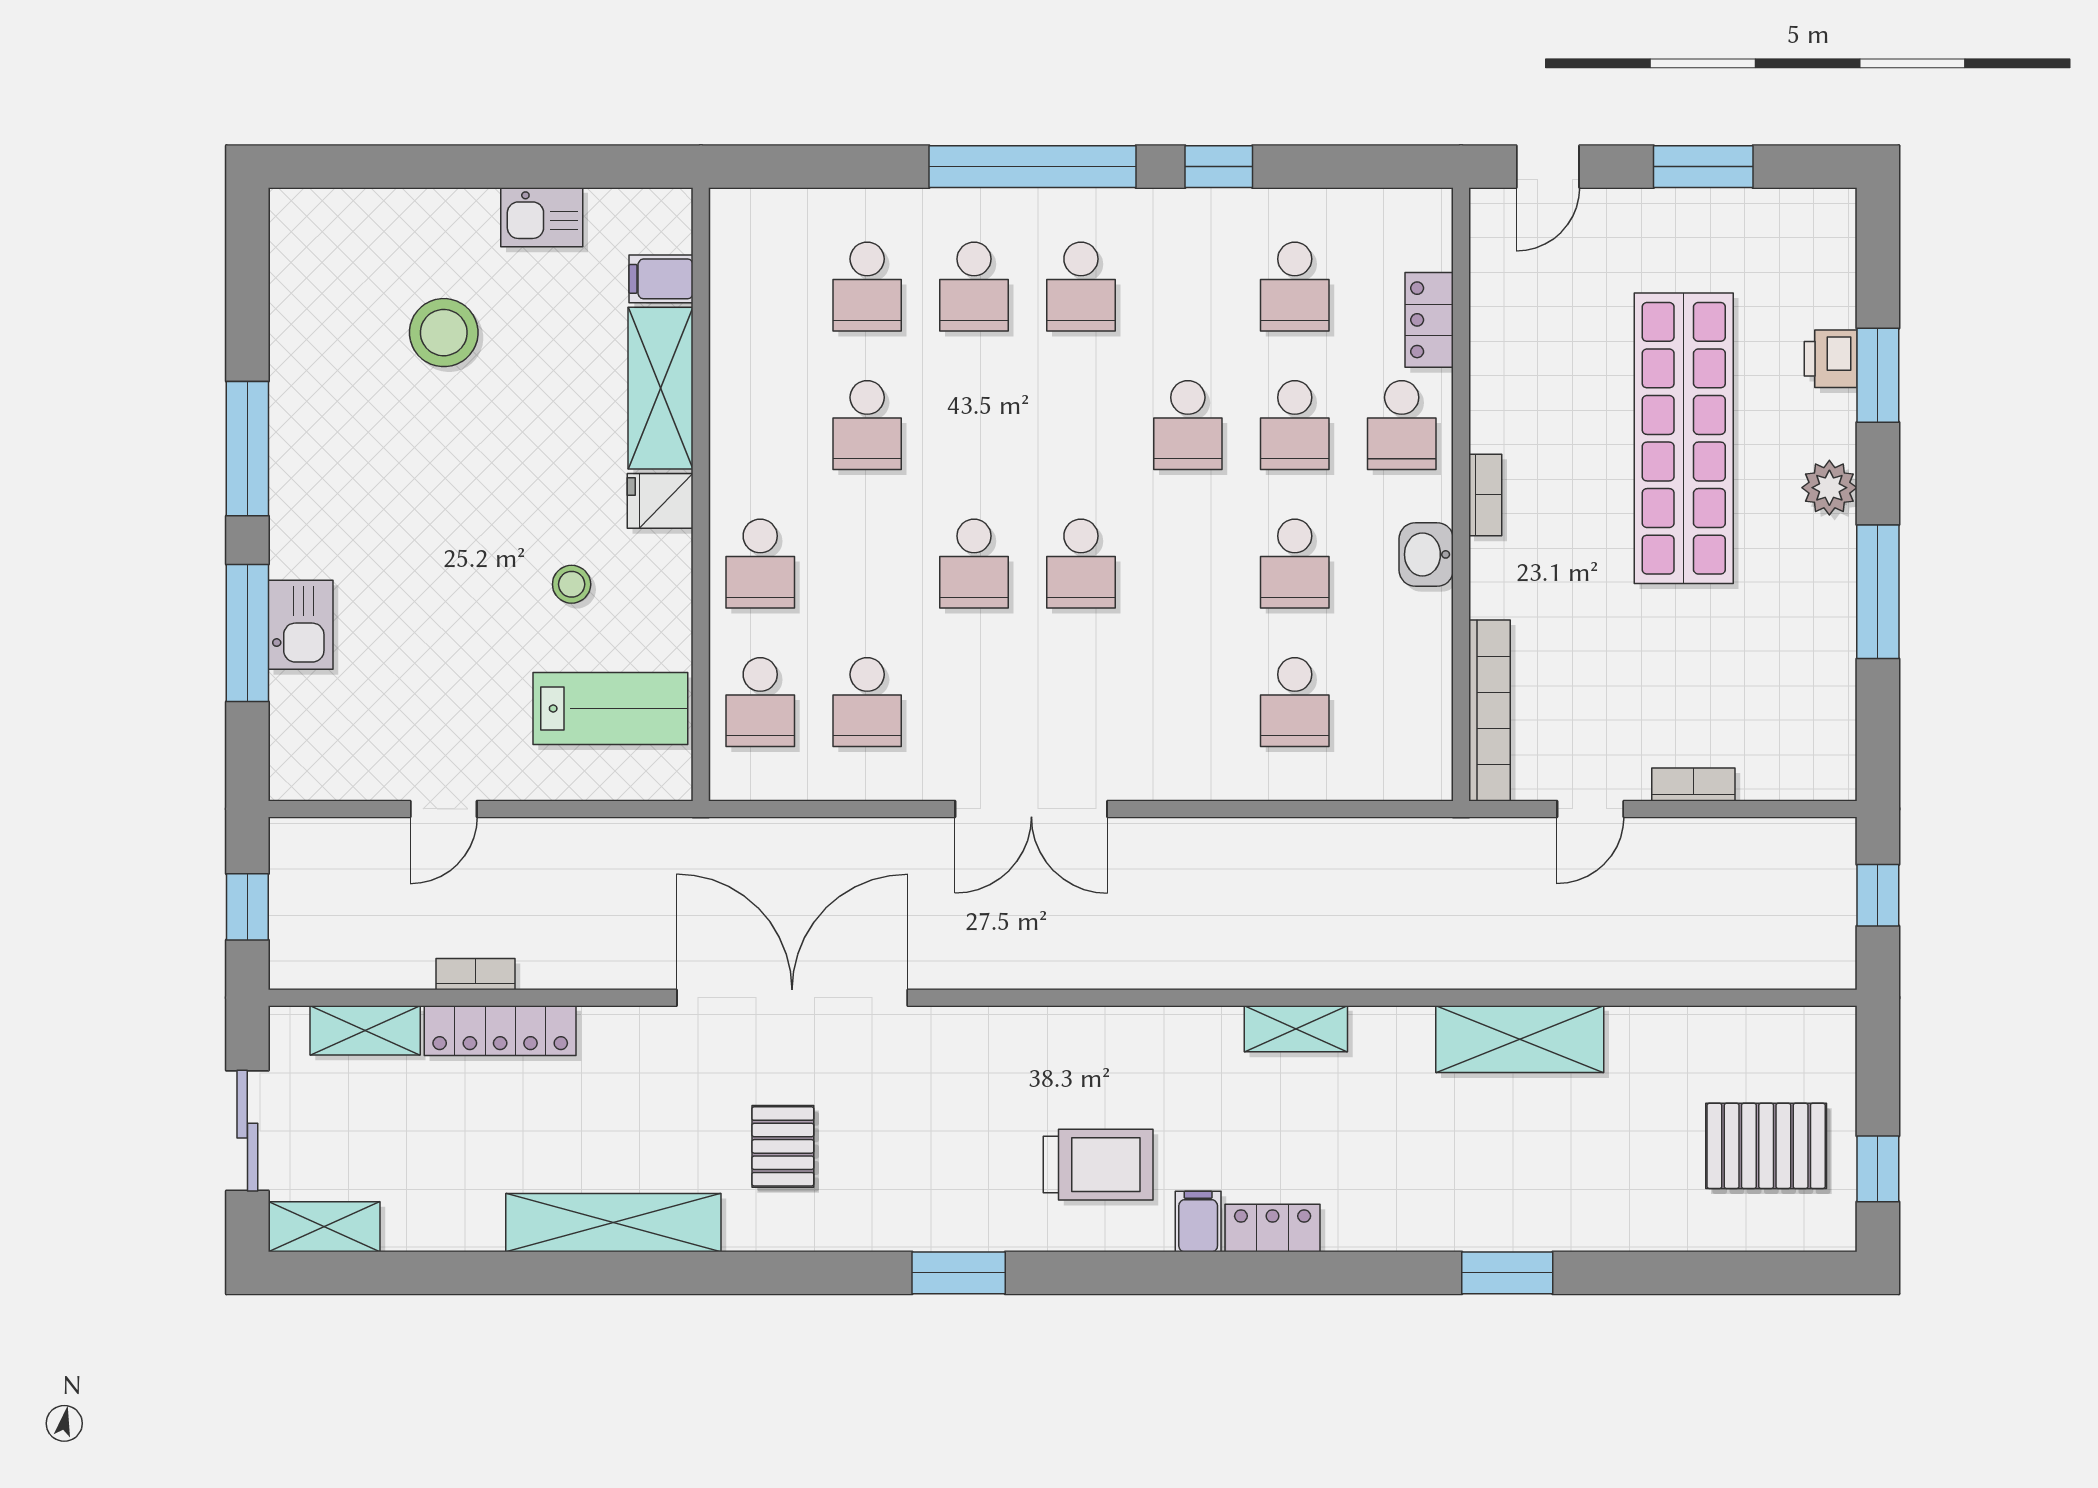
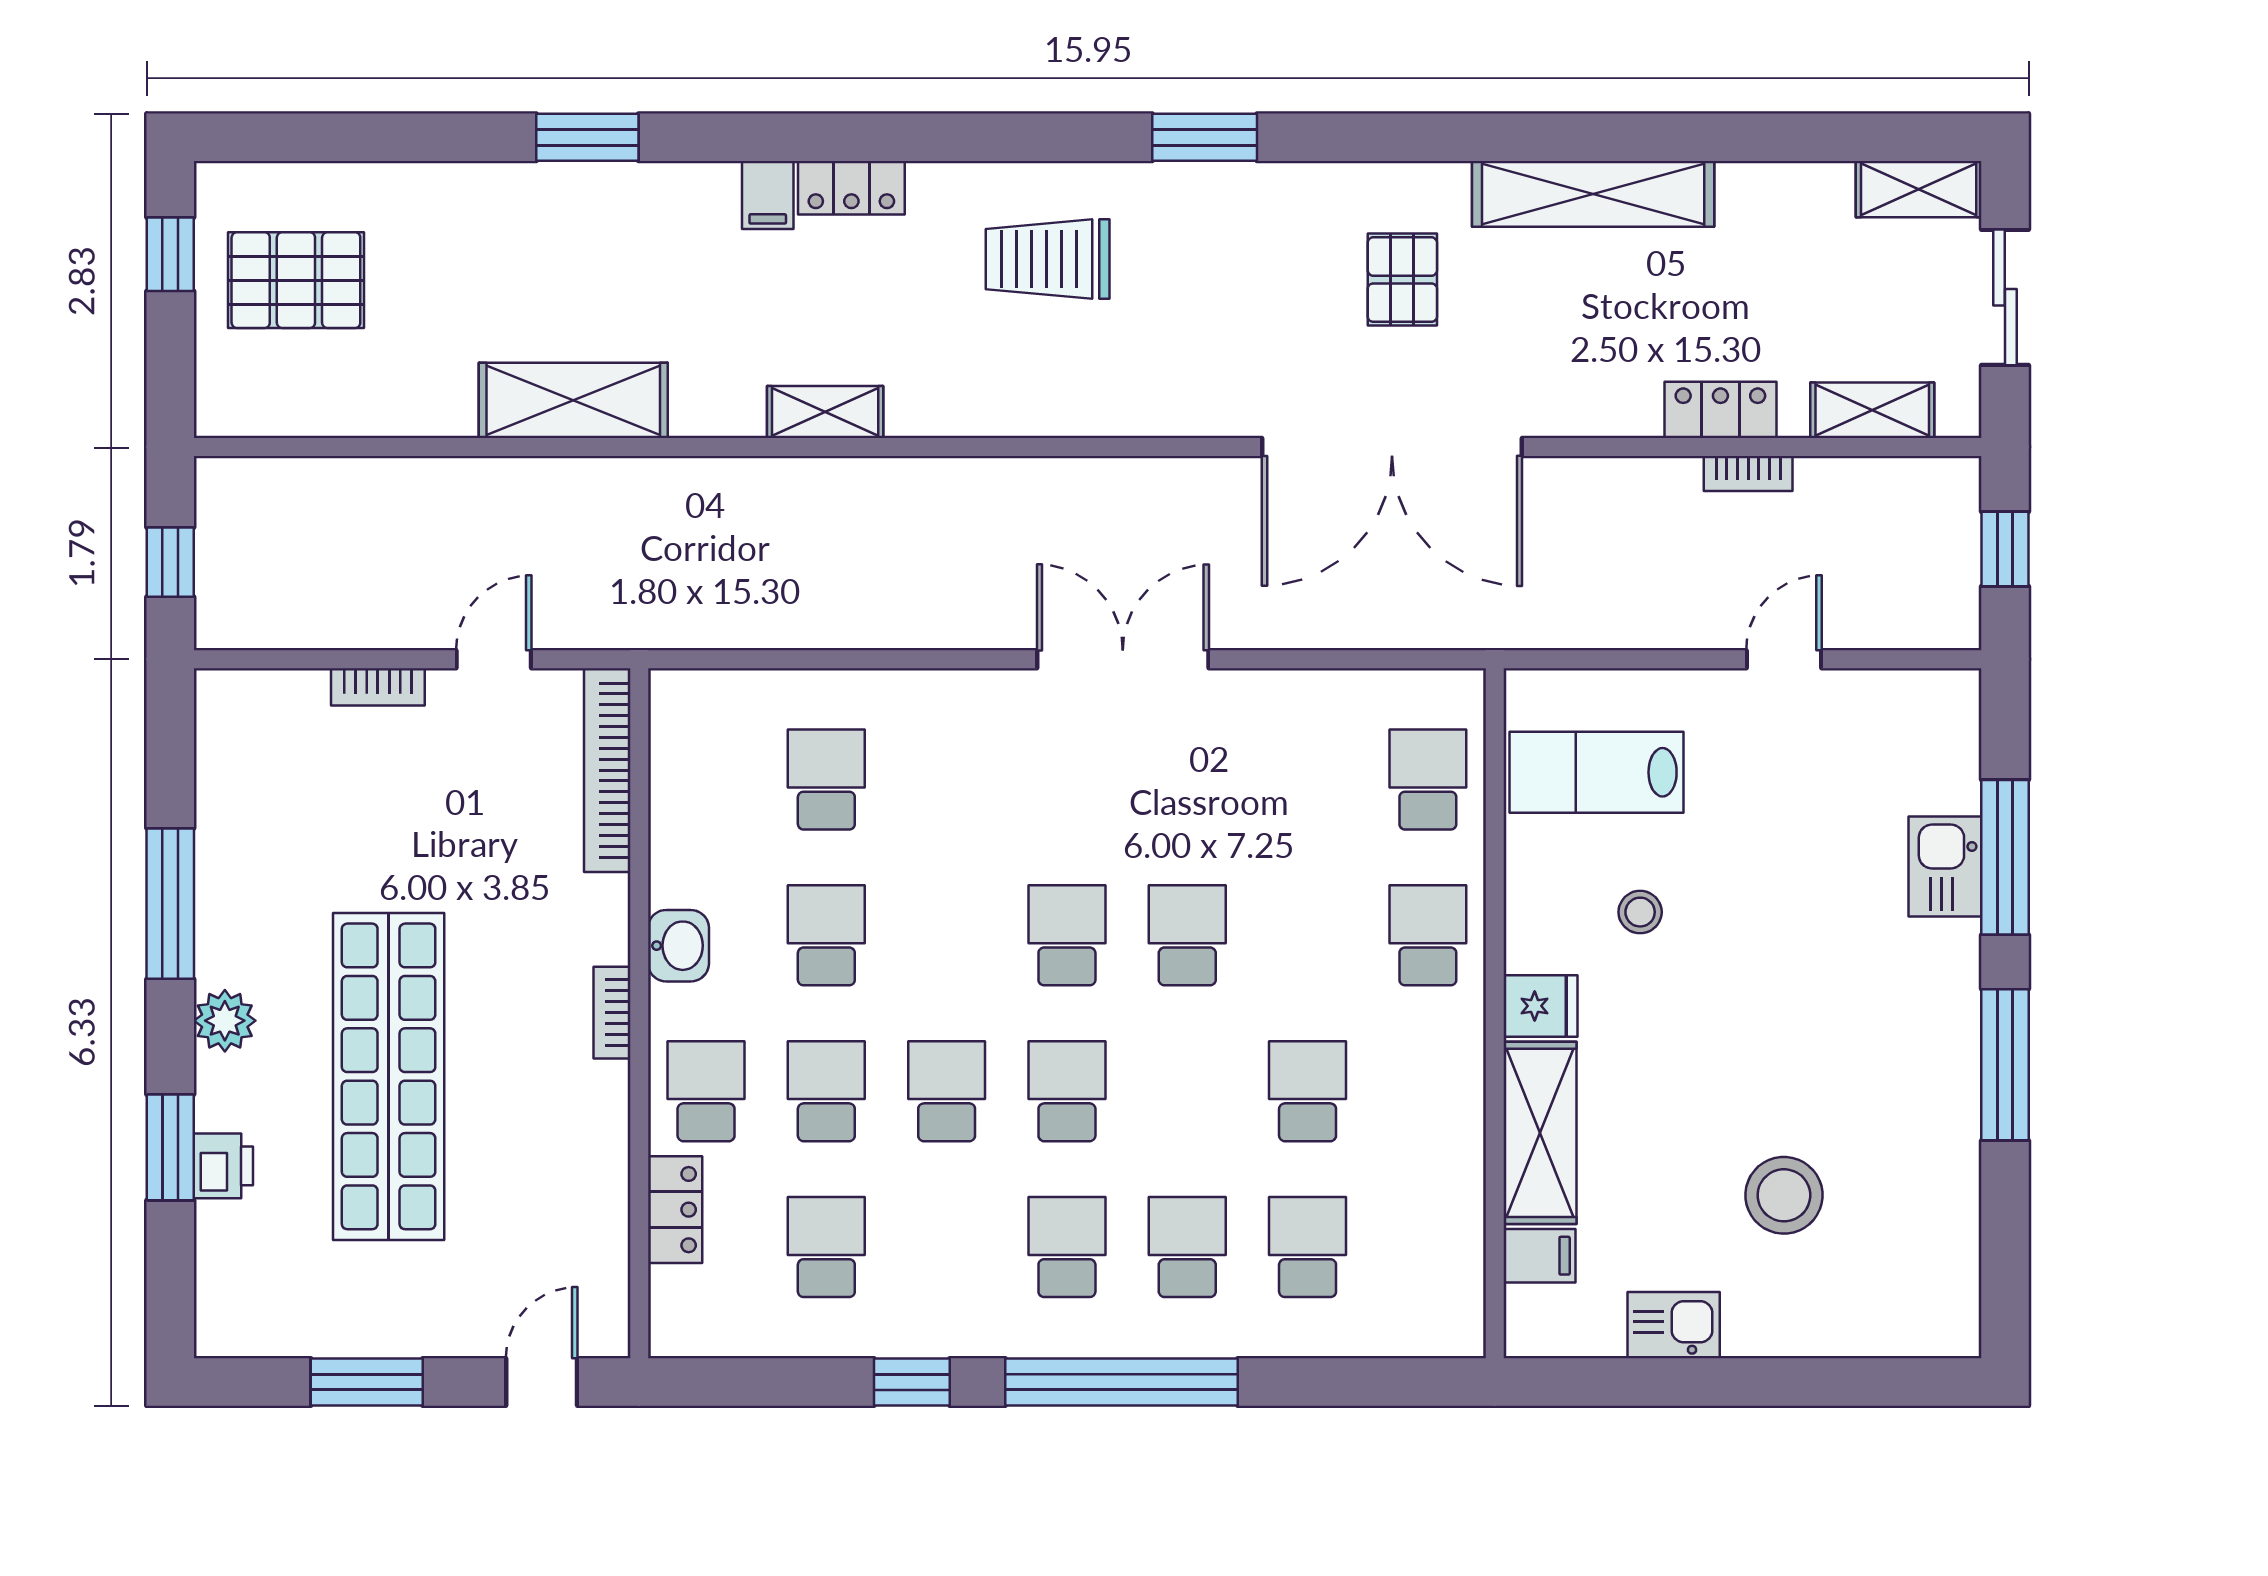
school desk: (867, 702) -> (1067, 1091), moved
locker: (500, 1031) -> (1720, 410), width x0.66
filing cabinet: (1198, 1222) -> (768, 195), moved

